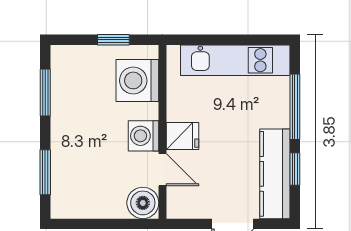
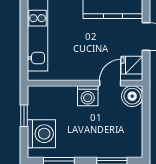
washing machine: (137, 80) -> (41, 134), moved, turned -90
fridge: (182, 136) -> (132, 65), moved, turned -90

